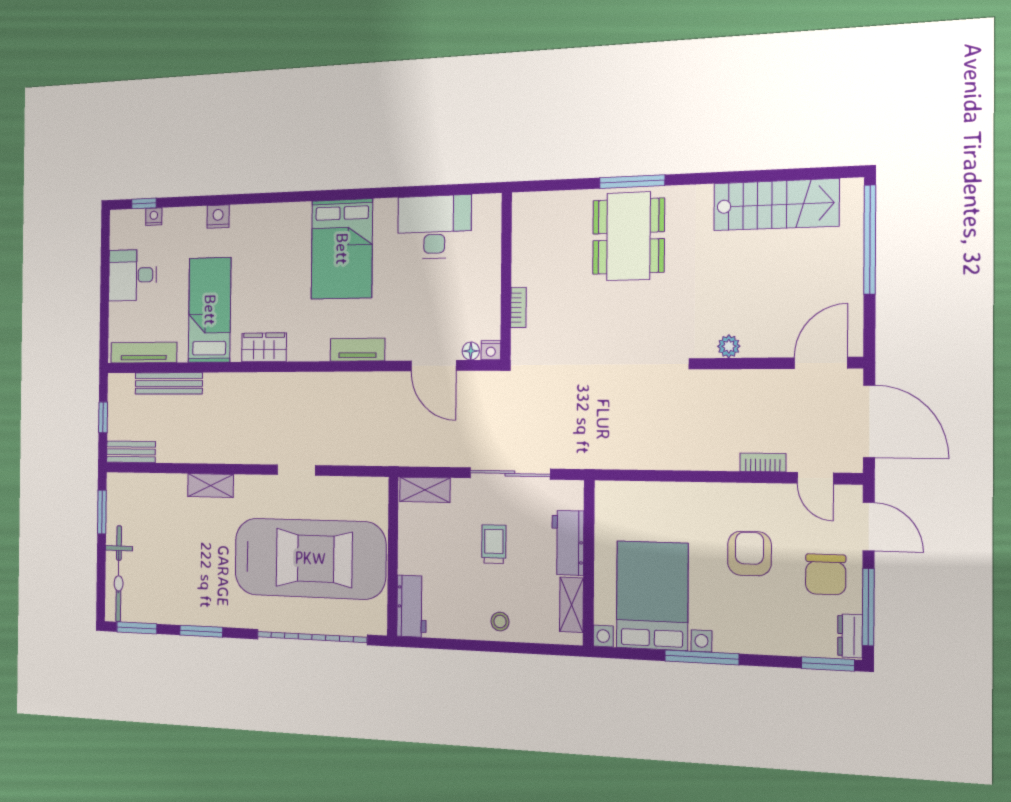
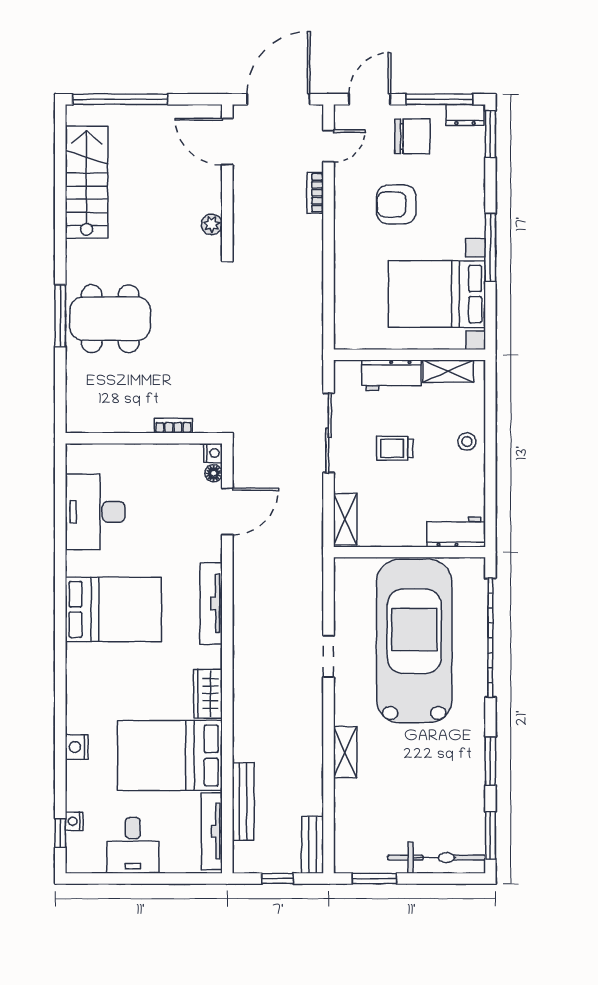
bed: (210, 310) -> (170, 755), width x1.50
tv unit: (357, 350) -> (211, 603), width x1.41

